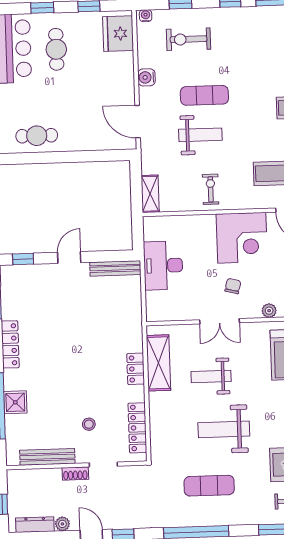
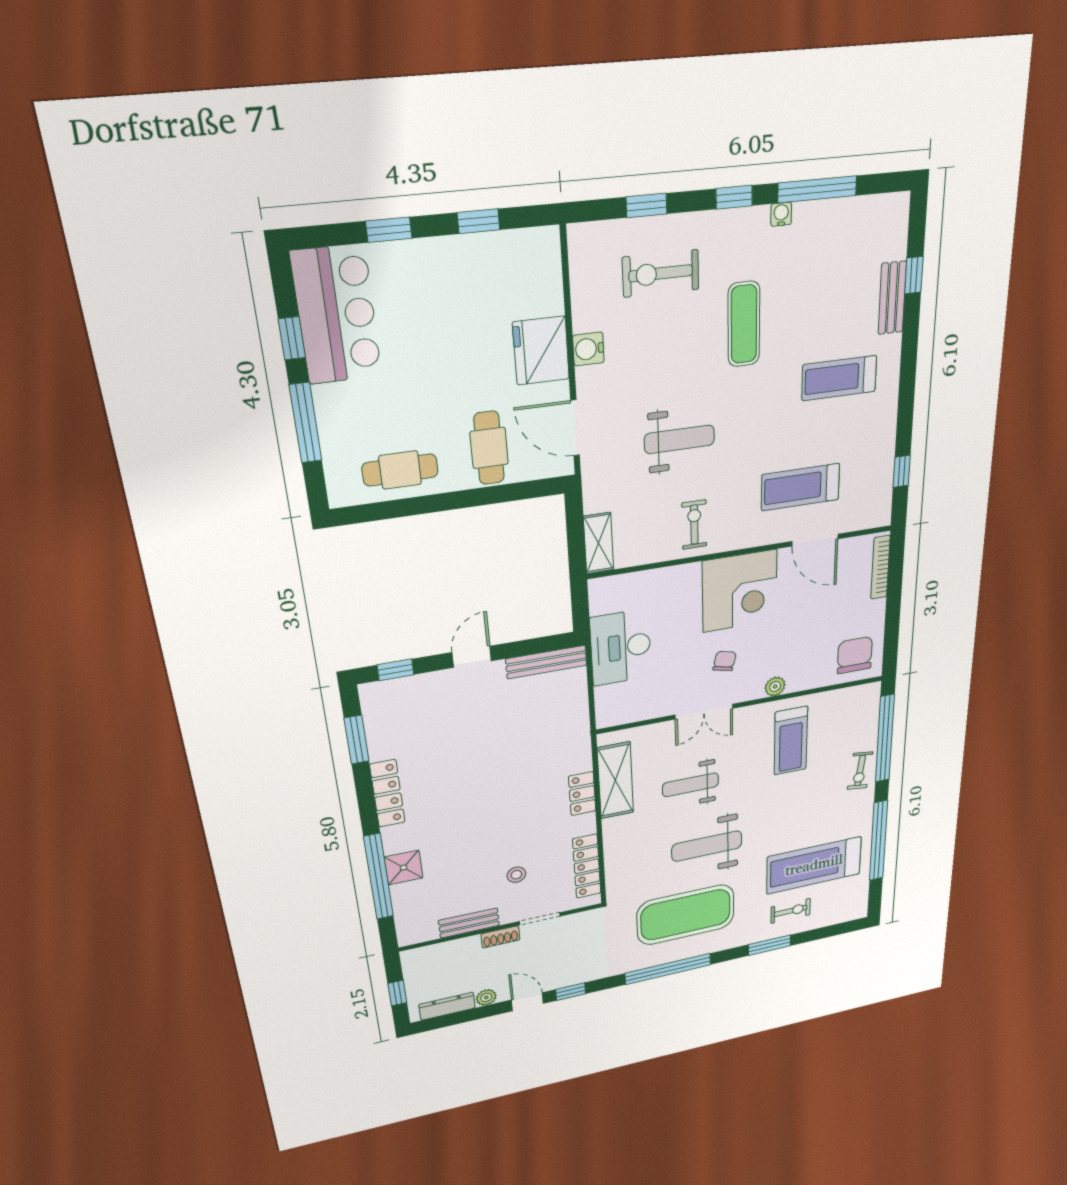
water cooler: (146, 16) -> (781, 214), moved
fridge: (118, 34) -> (541, 351), moved
cafe table: (56, 49) -> (489, 448), moved
exercise mat: (204, 95) -> (744, 324), moved, turned 90
bench: (47, 457) -> (469, 923), width x0.73
exercise mat: (209, 486) -> (686, 915), width x2.00, depth x1.45

